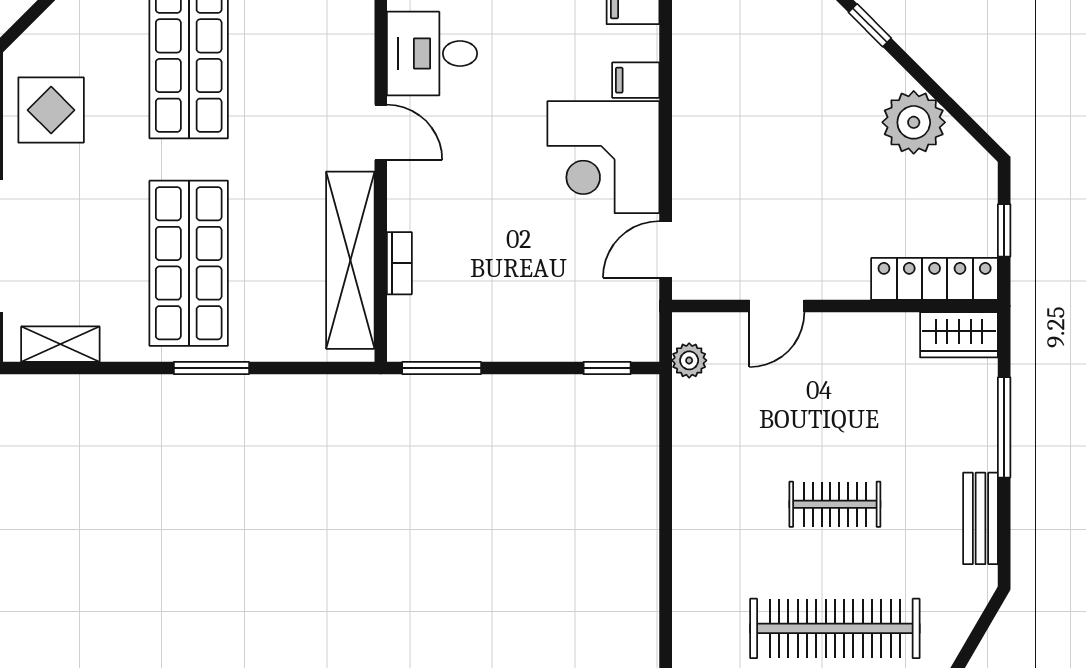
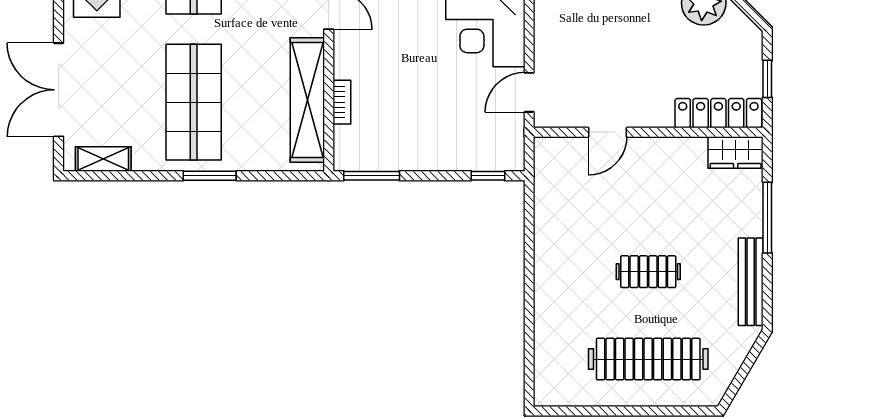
plant: (689, 360) -> (546, 170), removed
bench: (980, 518) -> (751, 282), width x1.36

